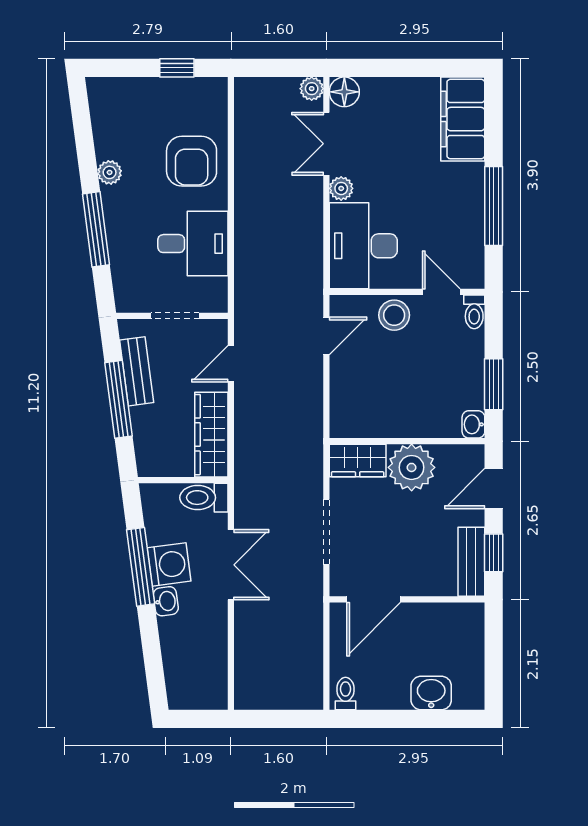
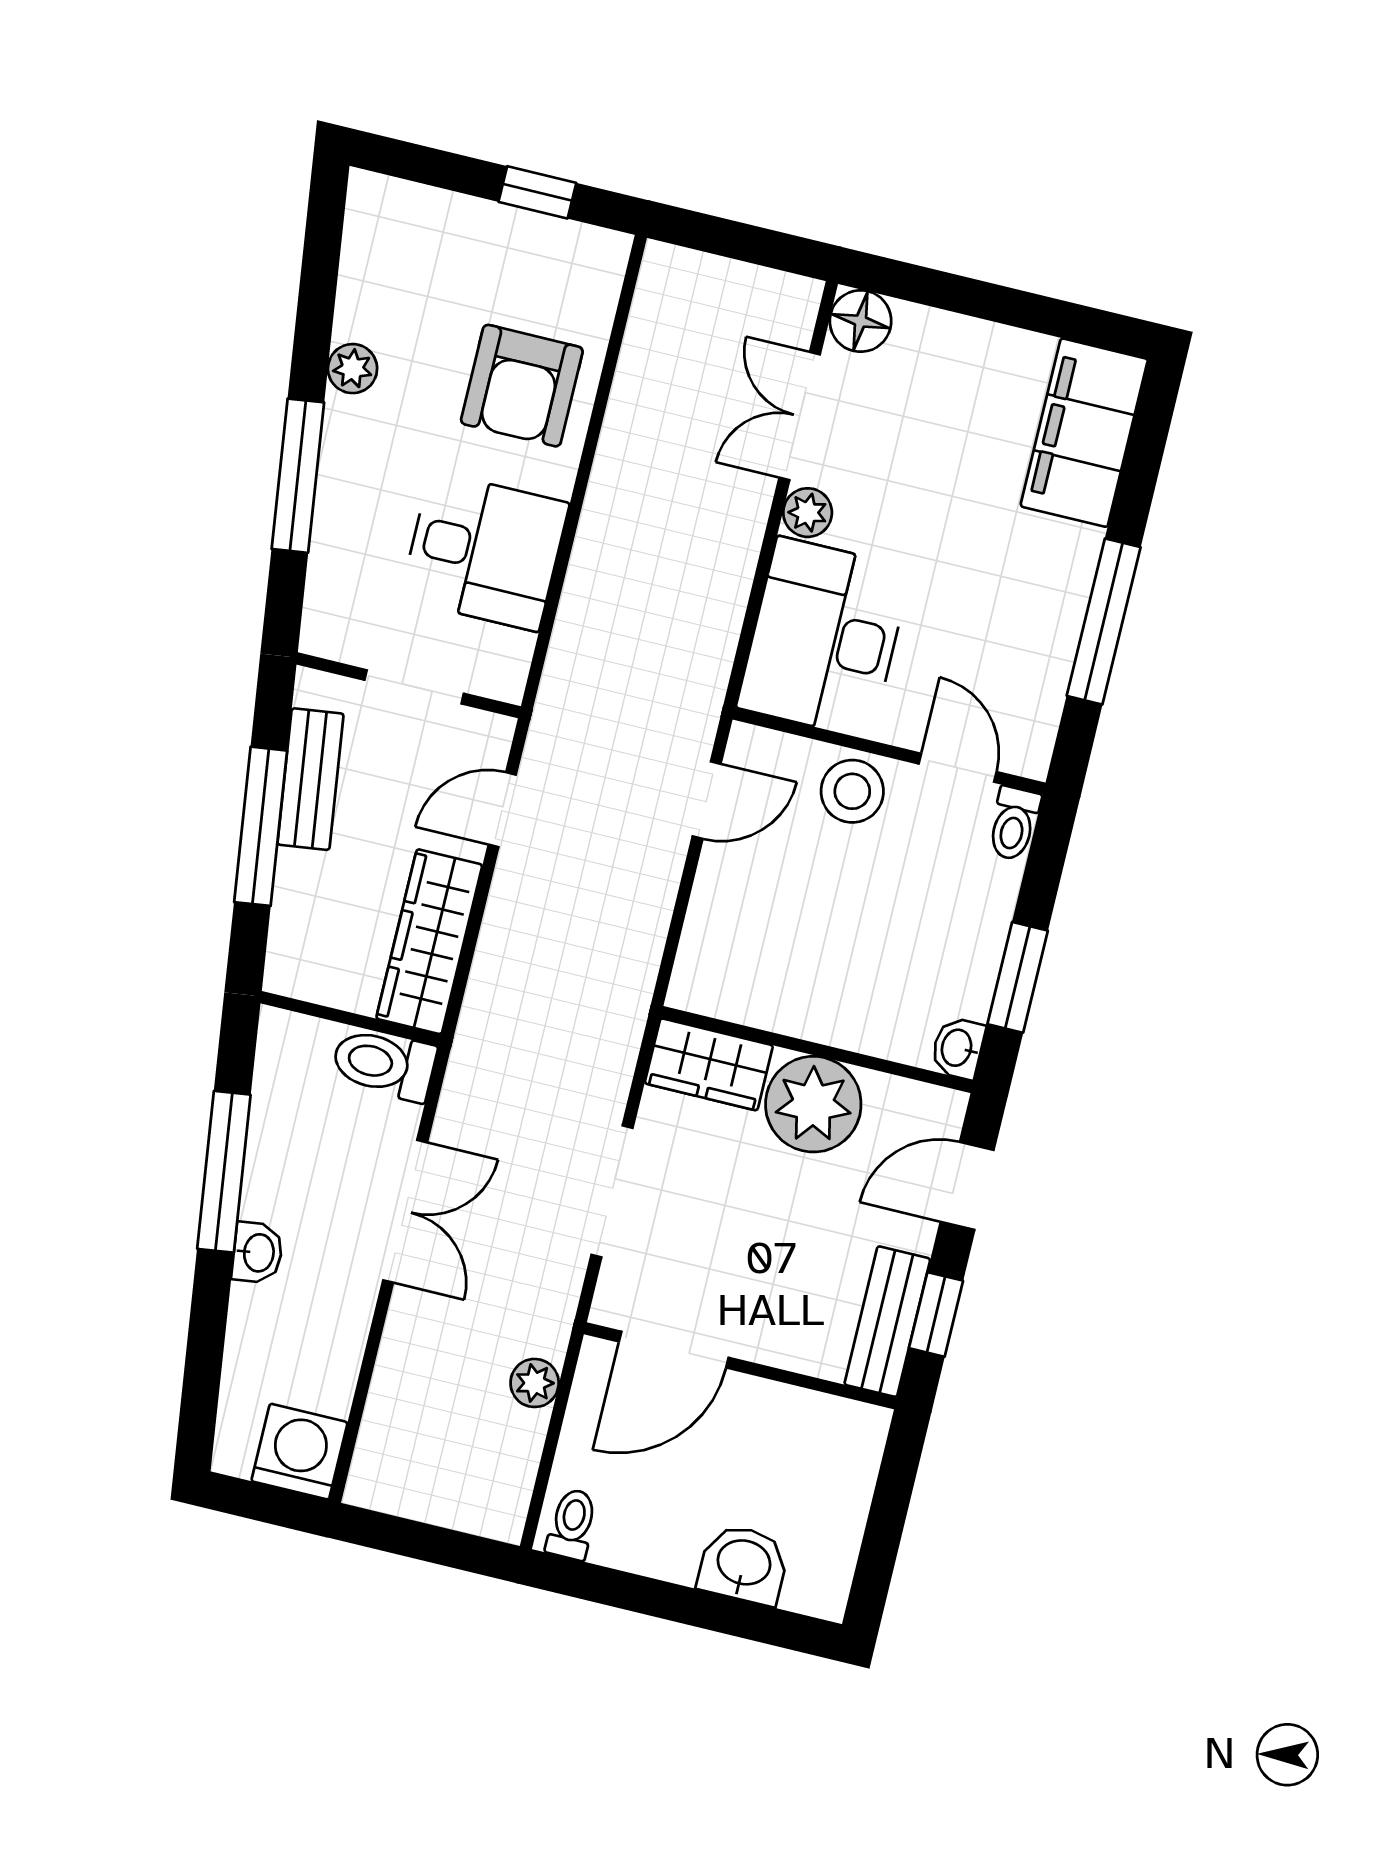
plant: (312, 89) -> (535, 1383), moved
washing machine: (169, 564) -> (299, 1452), moved, turned -82

